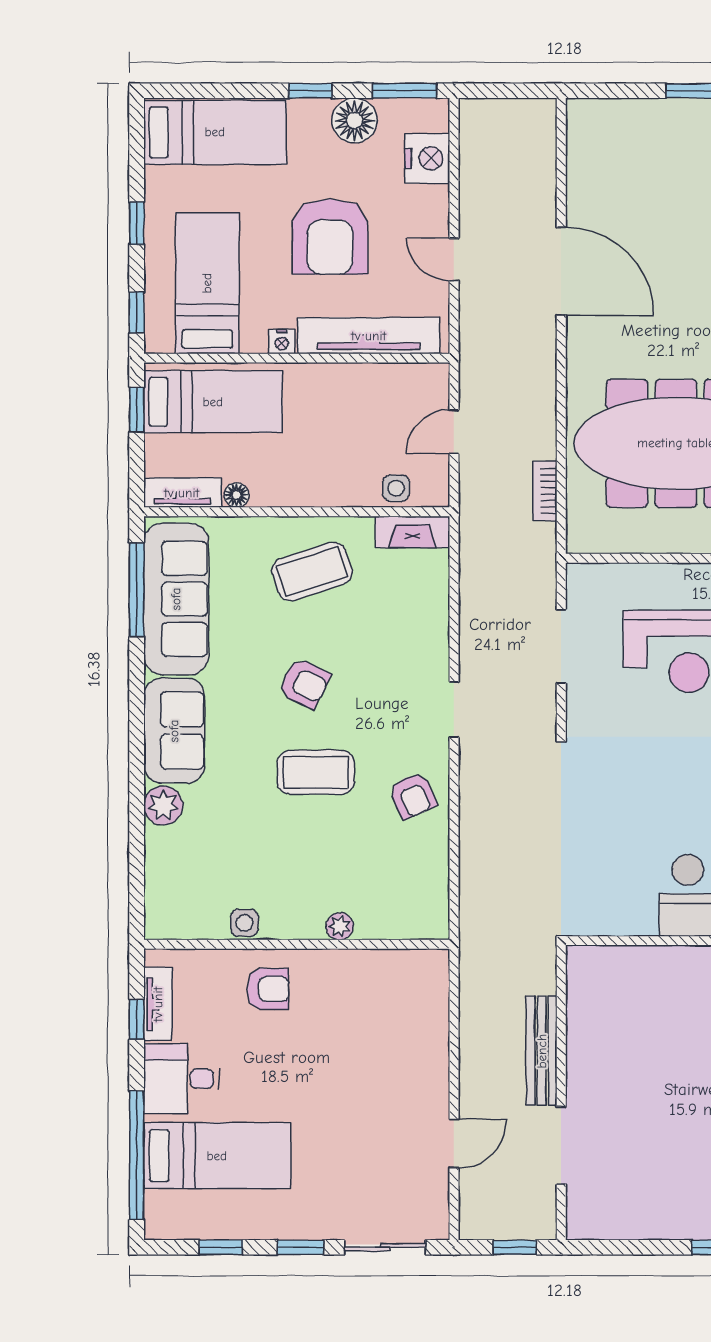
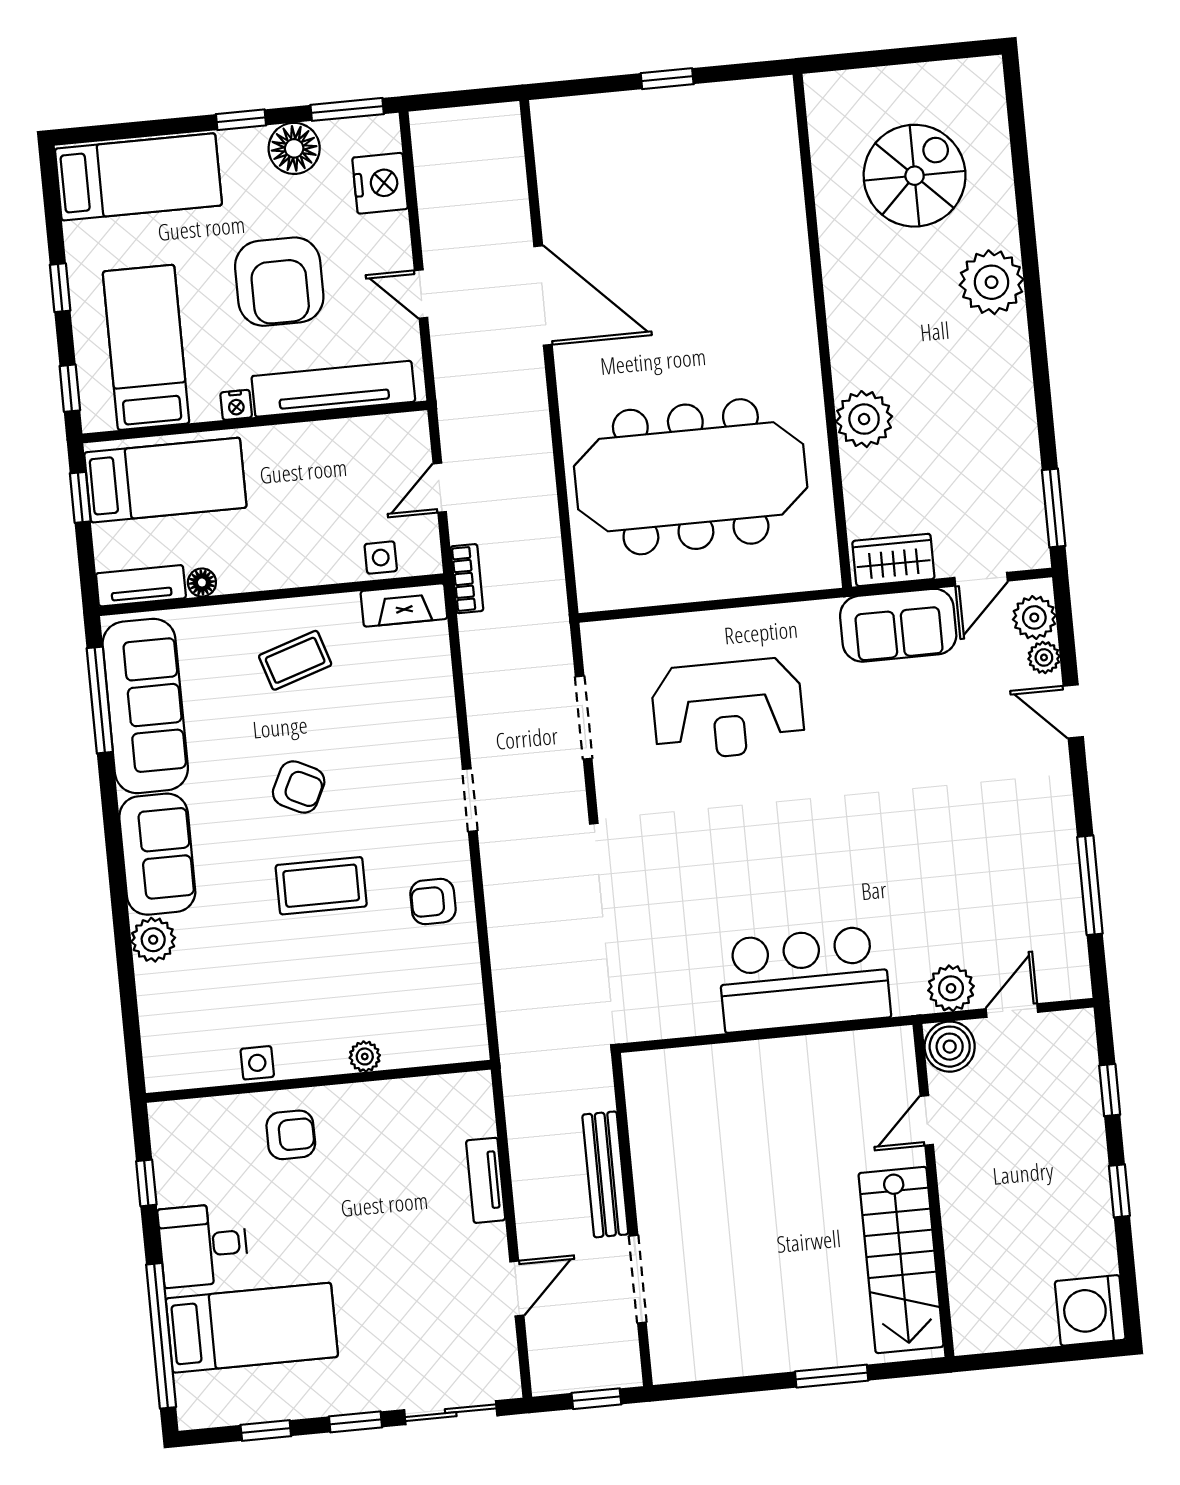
bookcase: (545, 491) -> (467, 579), moved, turned 180
coffee table: (312, 571) -> (295, 660), width x0.73, depth x0.77
armchair: (413, 796) -> (433, 901), turned 114
tv unit: (158, 1004) -> (486, 1180), moved, turned 180

